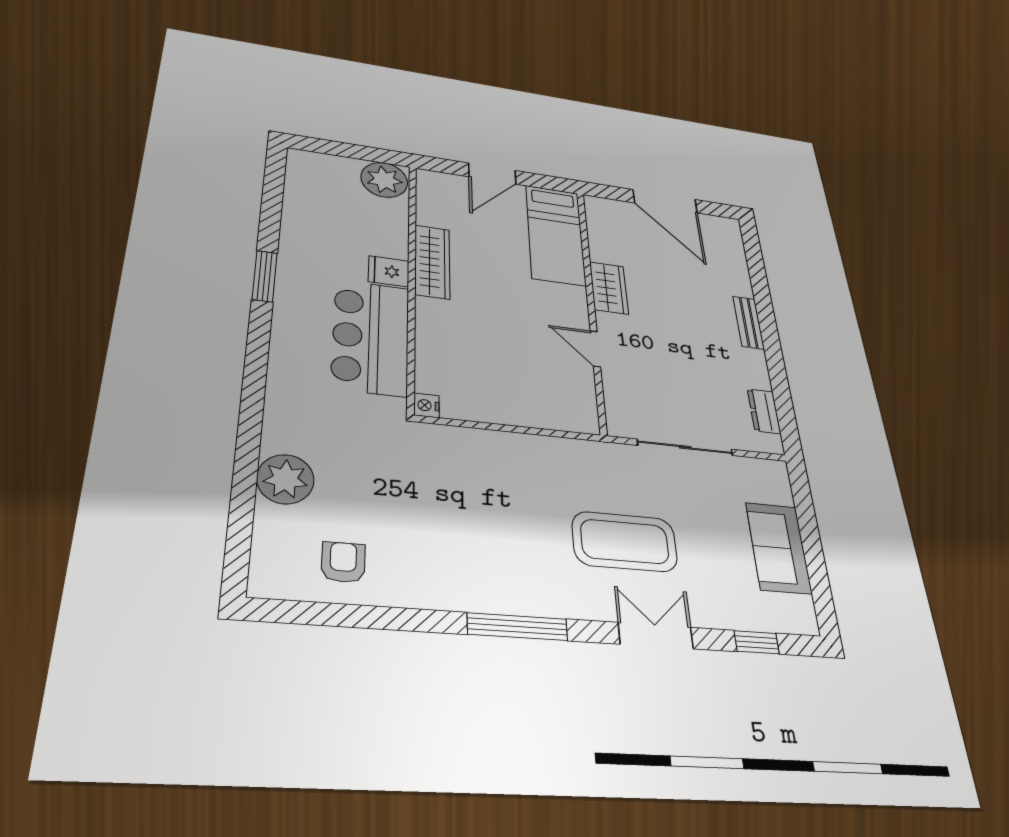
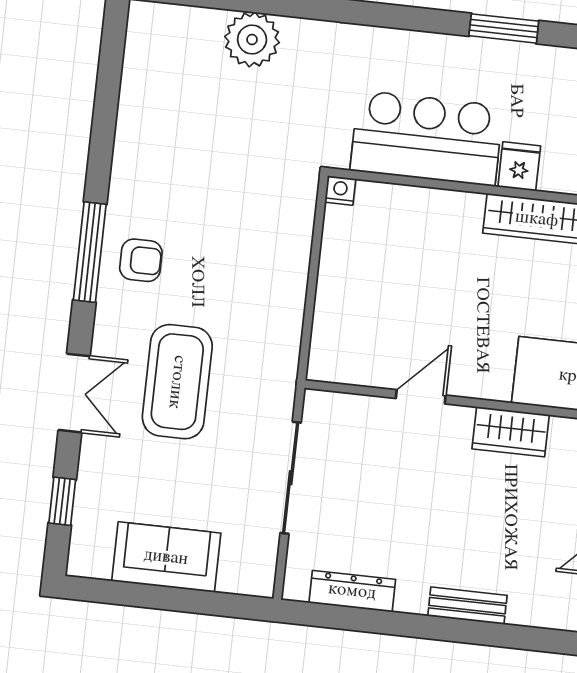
dresser: (764, 411) -> (352, 591), width x1.44
armchair: (343, 562) -> (141, 260), moved

